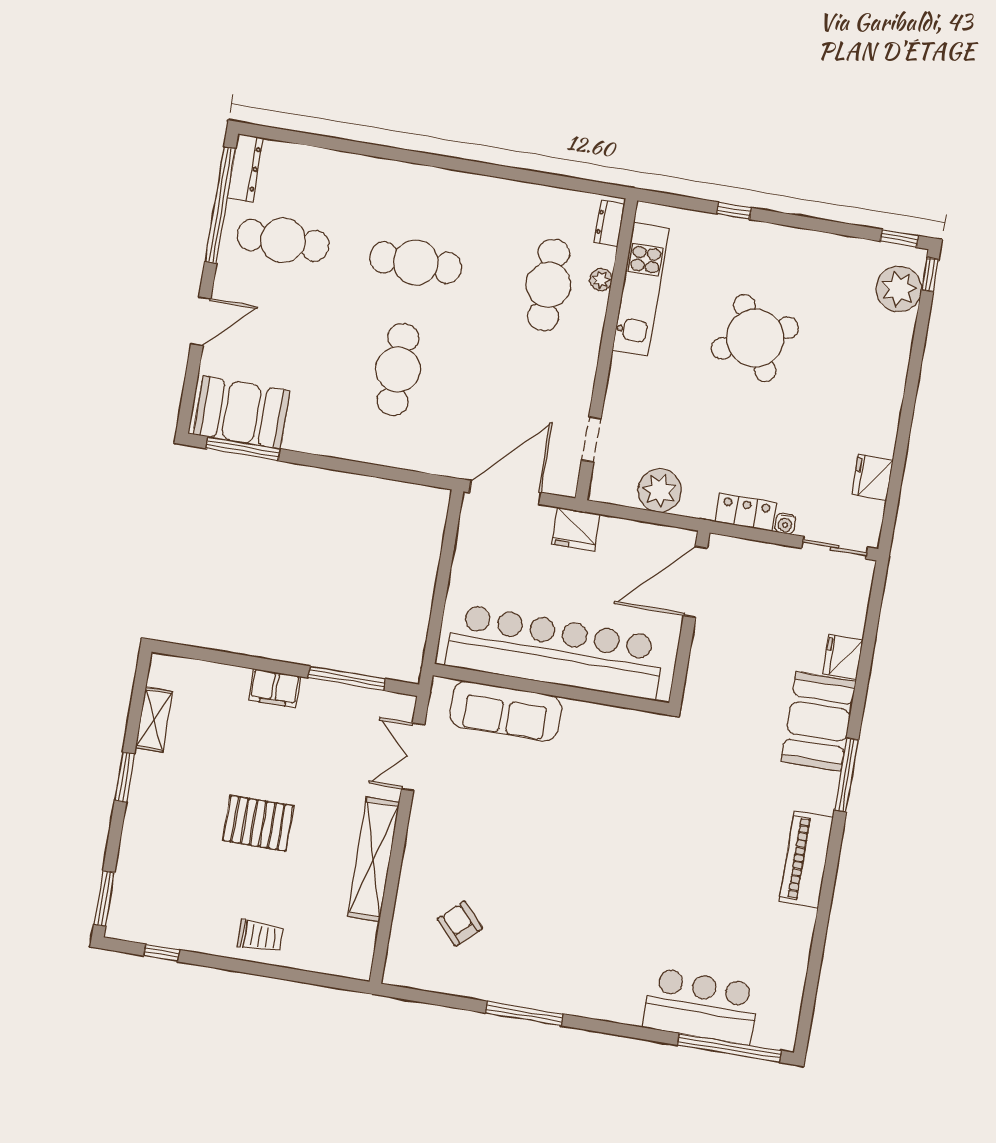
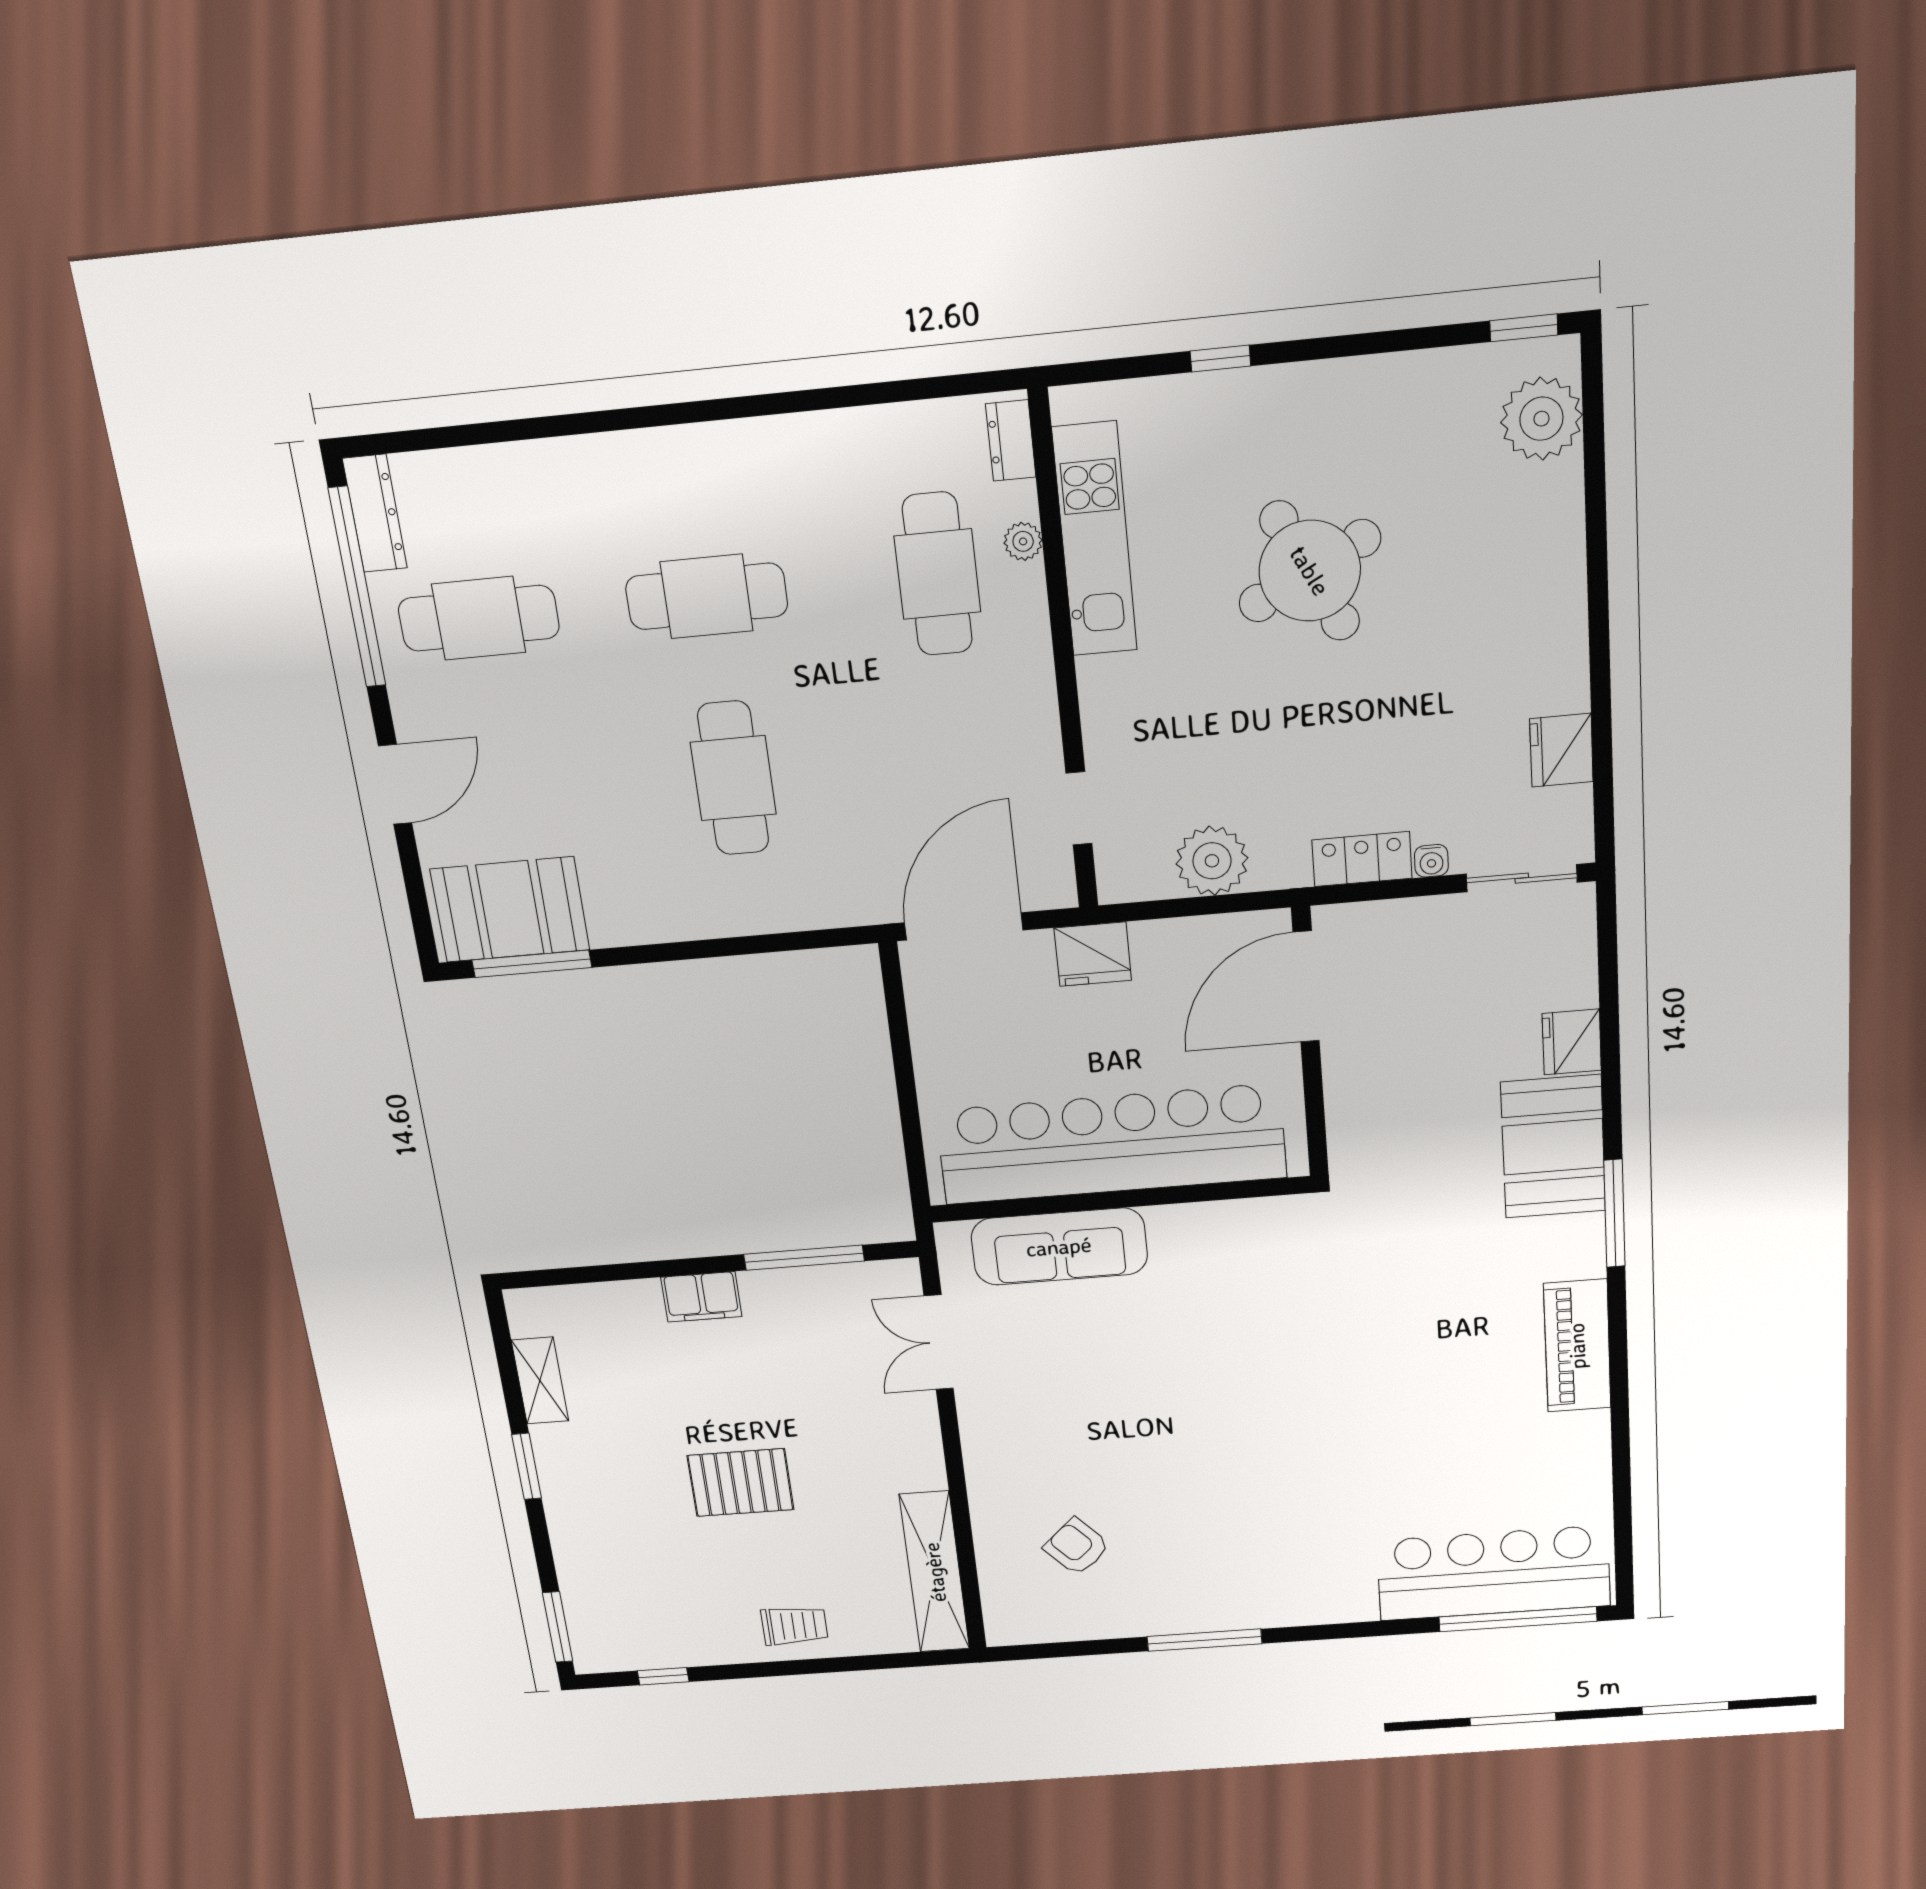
window: (930, 275) -> (1592, 378), removed
shelving: (373, 859) -> (935, 1572), moved
bar counter: (701, 1006) -> (1493, 1573), width x1.36

